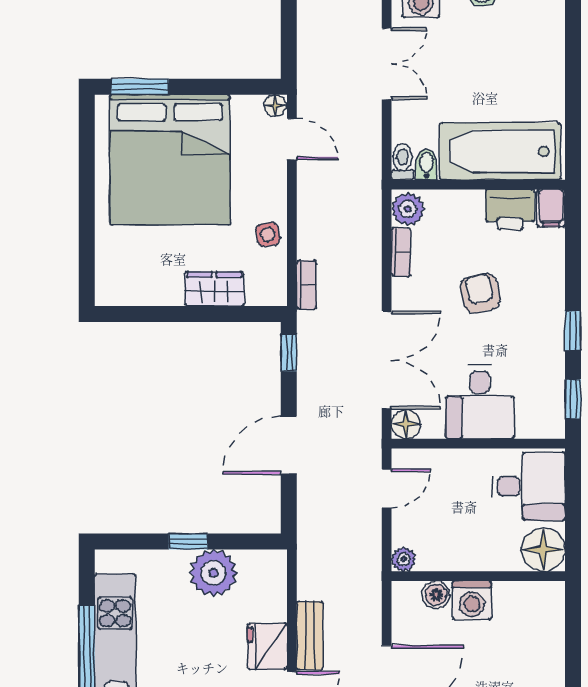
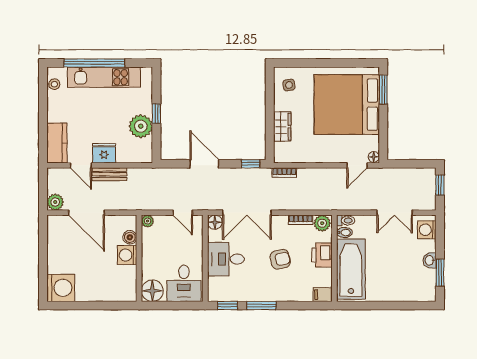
printer: (510, 209) -> (322, 255), moved
side table: (268, 234) -> (289, 85), moved
window: (573, 331) -> (261, 306), width x1.50

